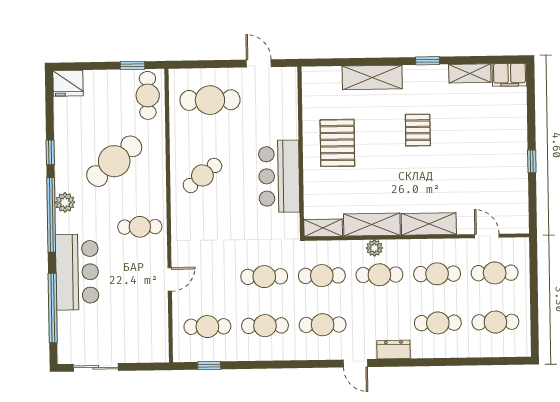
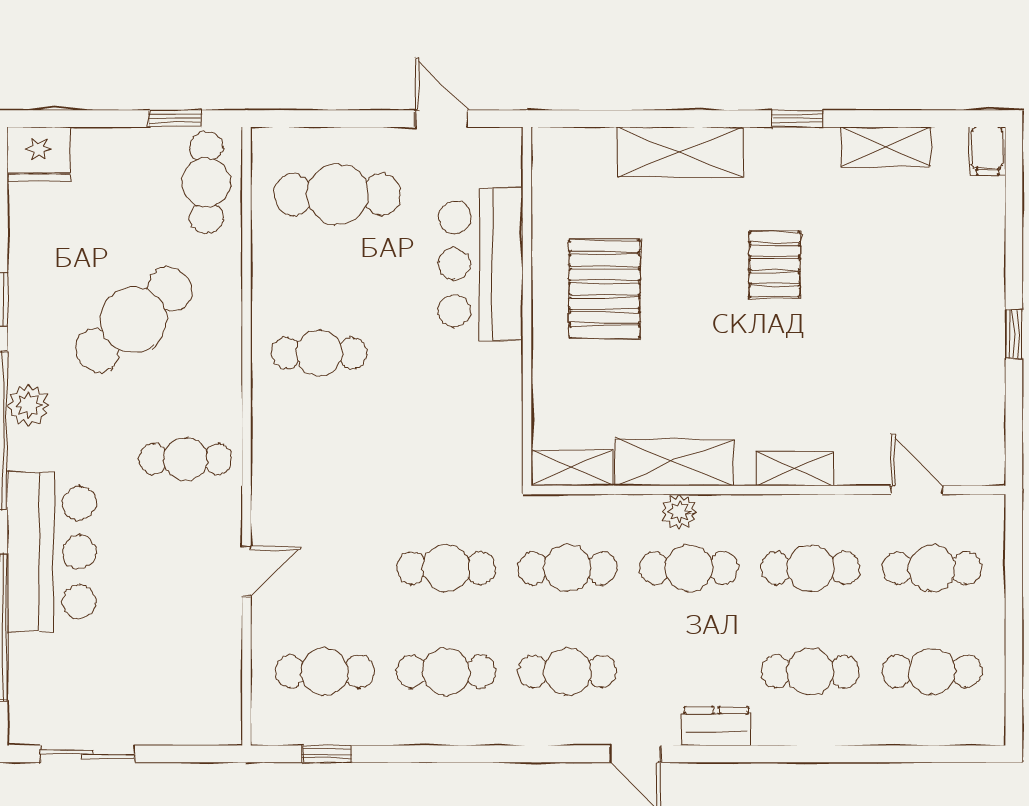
filing cabinet: (509, 75) -> (988, 151), width x0.50
cafe table: (202, 175) -> (319, 353), turned 39
bar counter: (279, 176) -> (481, 264), moved
shelving: (429, 224) -> (795, 468), width x0.67, depth x0.75

